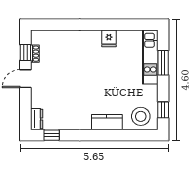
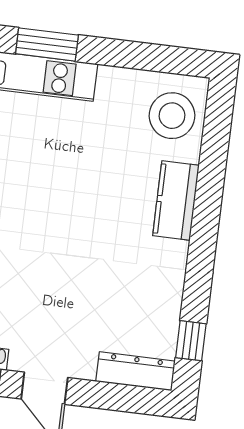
window: (163, 110) -> (163, 59), removed
dresser: (37, 119) -> (135, 371), width x1.44

